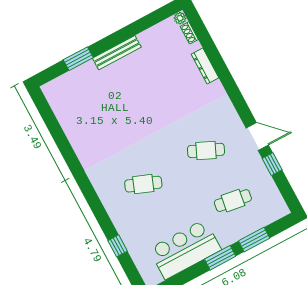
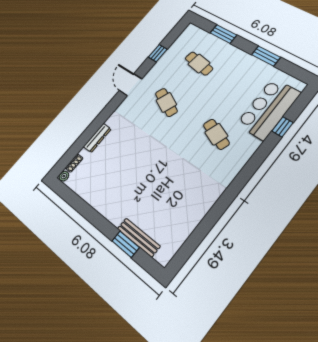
bench: (117, 53) -> (139, 237), moved
door: (257, 136) -> (131, 85), moved
bar counter: (185, 249) -> (268, 109), moved, turned 90
window: (220, 258) -> (266, 56), moved

